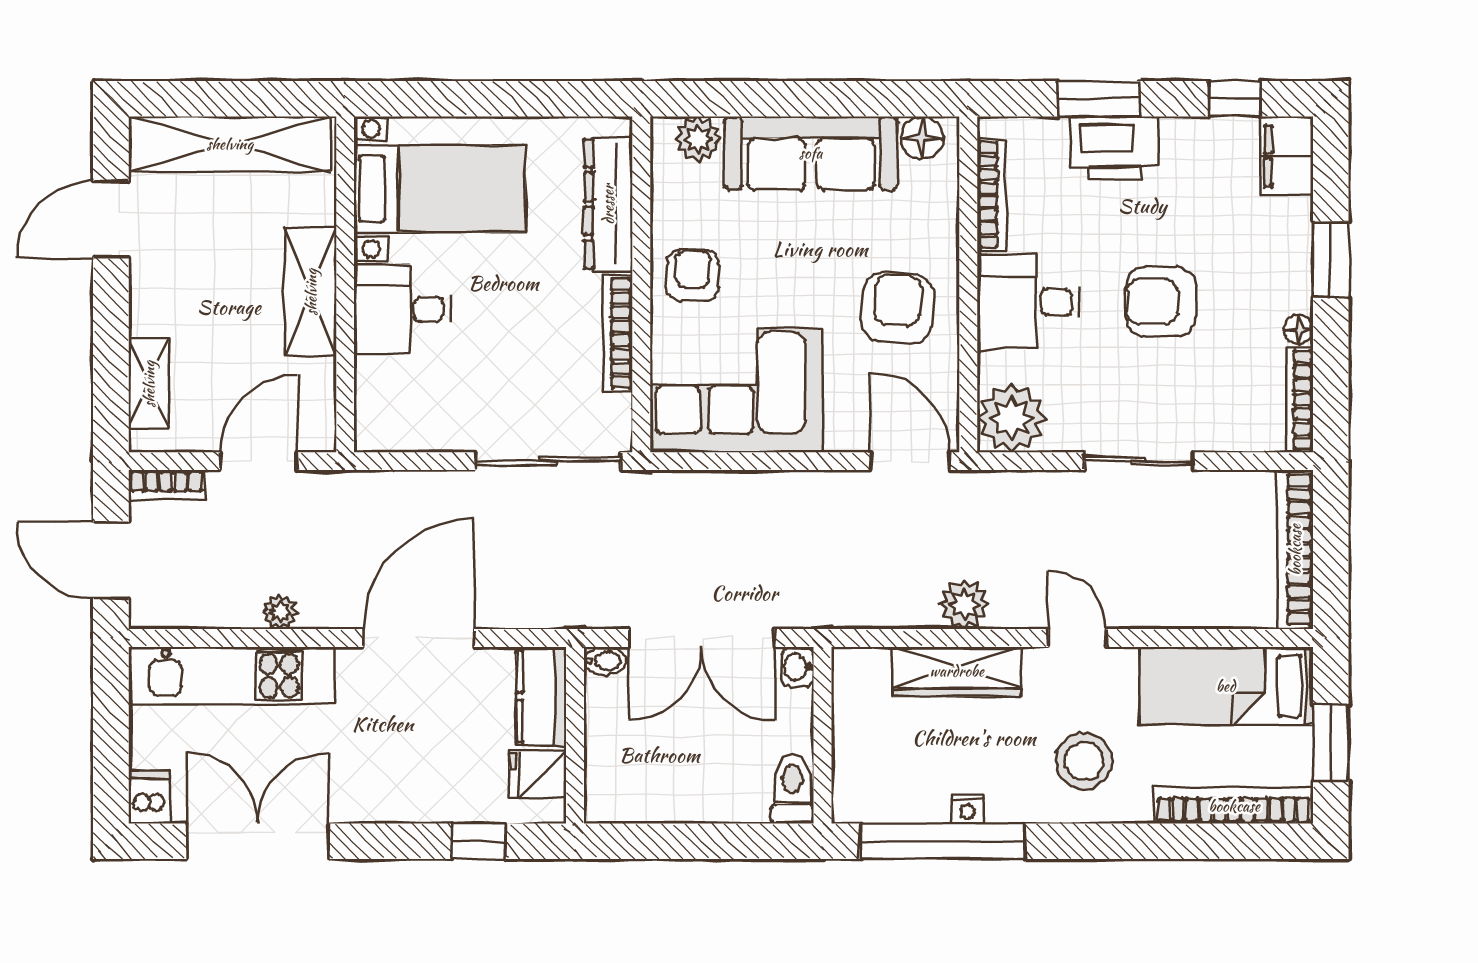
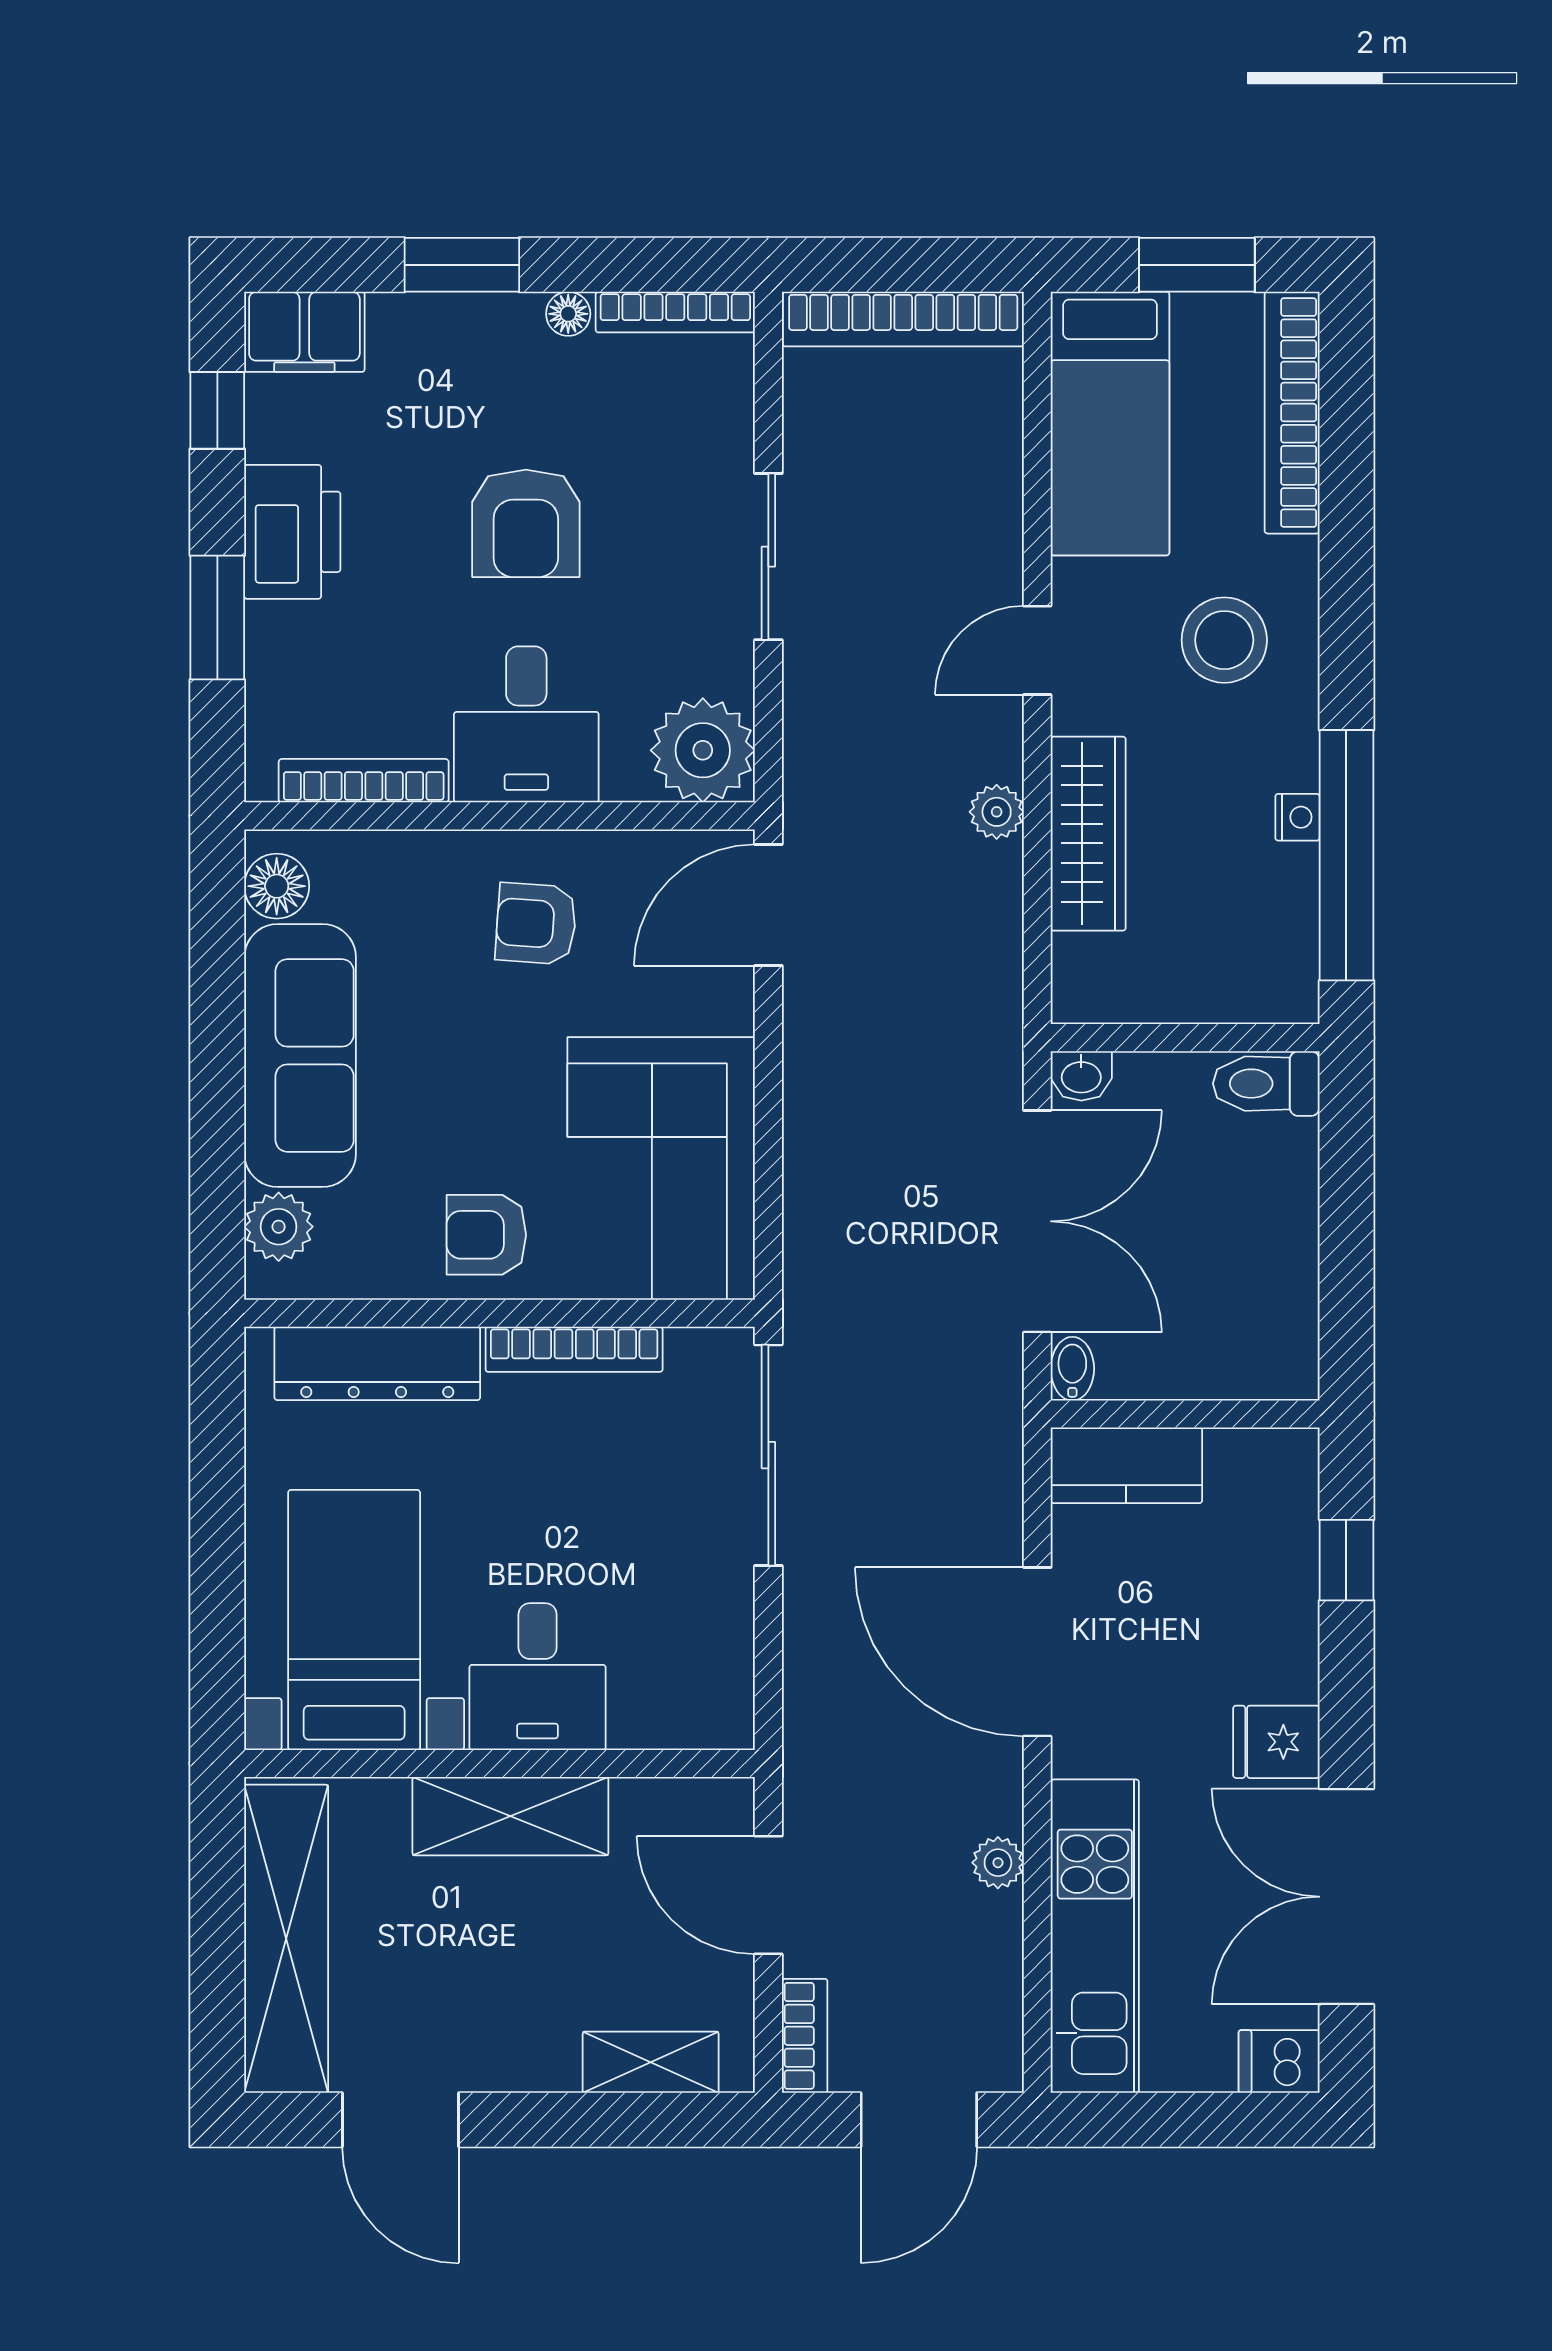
printer: (1115, 148) -> (292, 532), moved
armchair: (898, 308) -> (536, 924), width x0.72, depth x0.72
plant: (964, 605) -> (997, 812), width x0.73, depth x0.73
fridge: (538, 774) -> (1276, 1742), moved, turned 90

